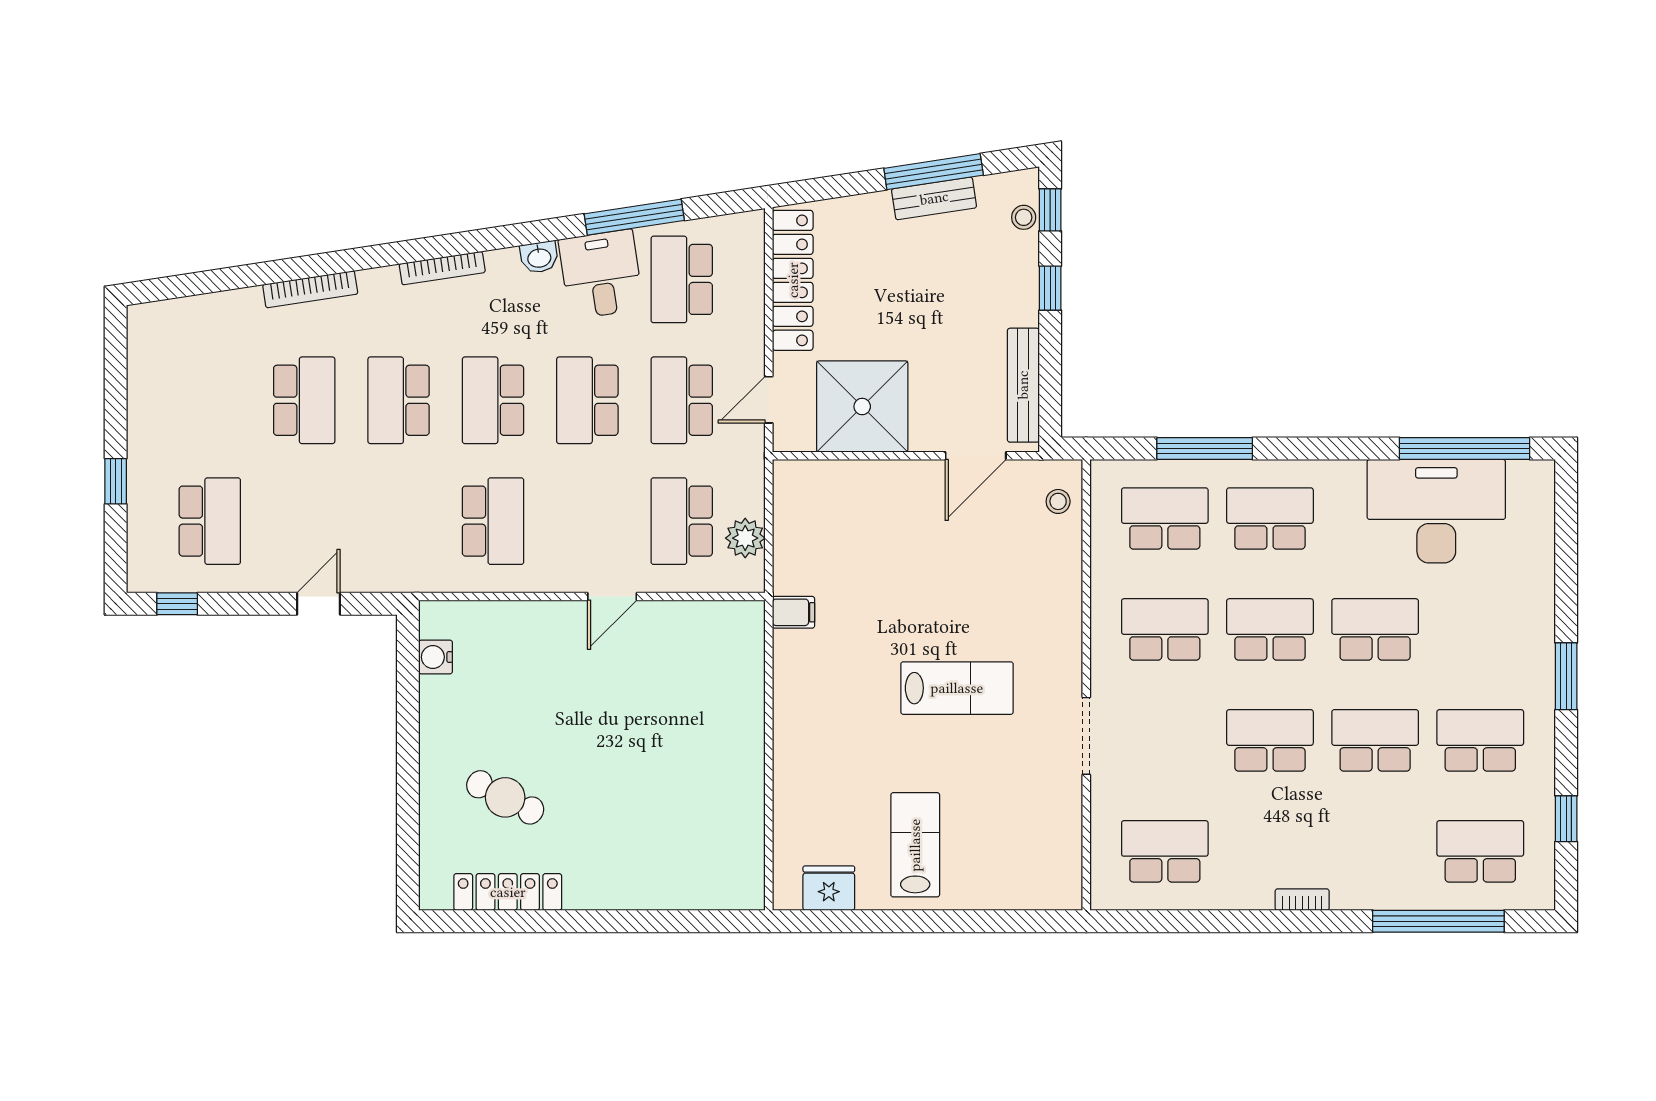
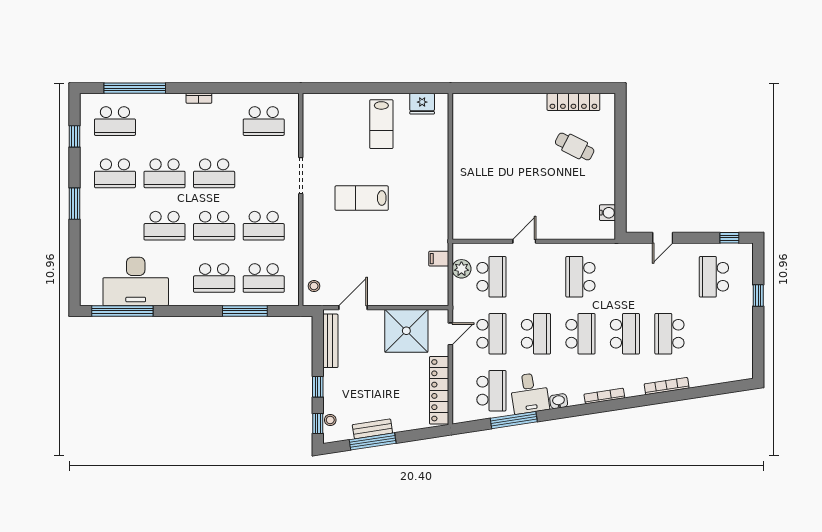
filing cabinet: (793, 612) -> (439, 259), moved

